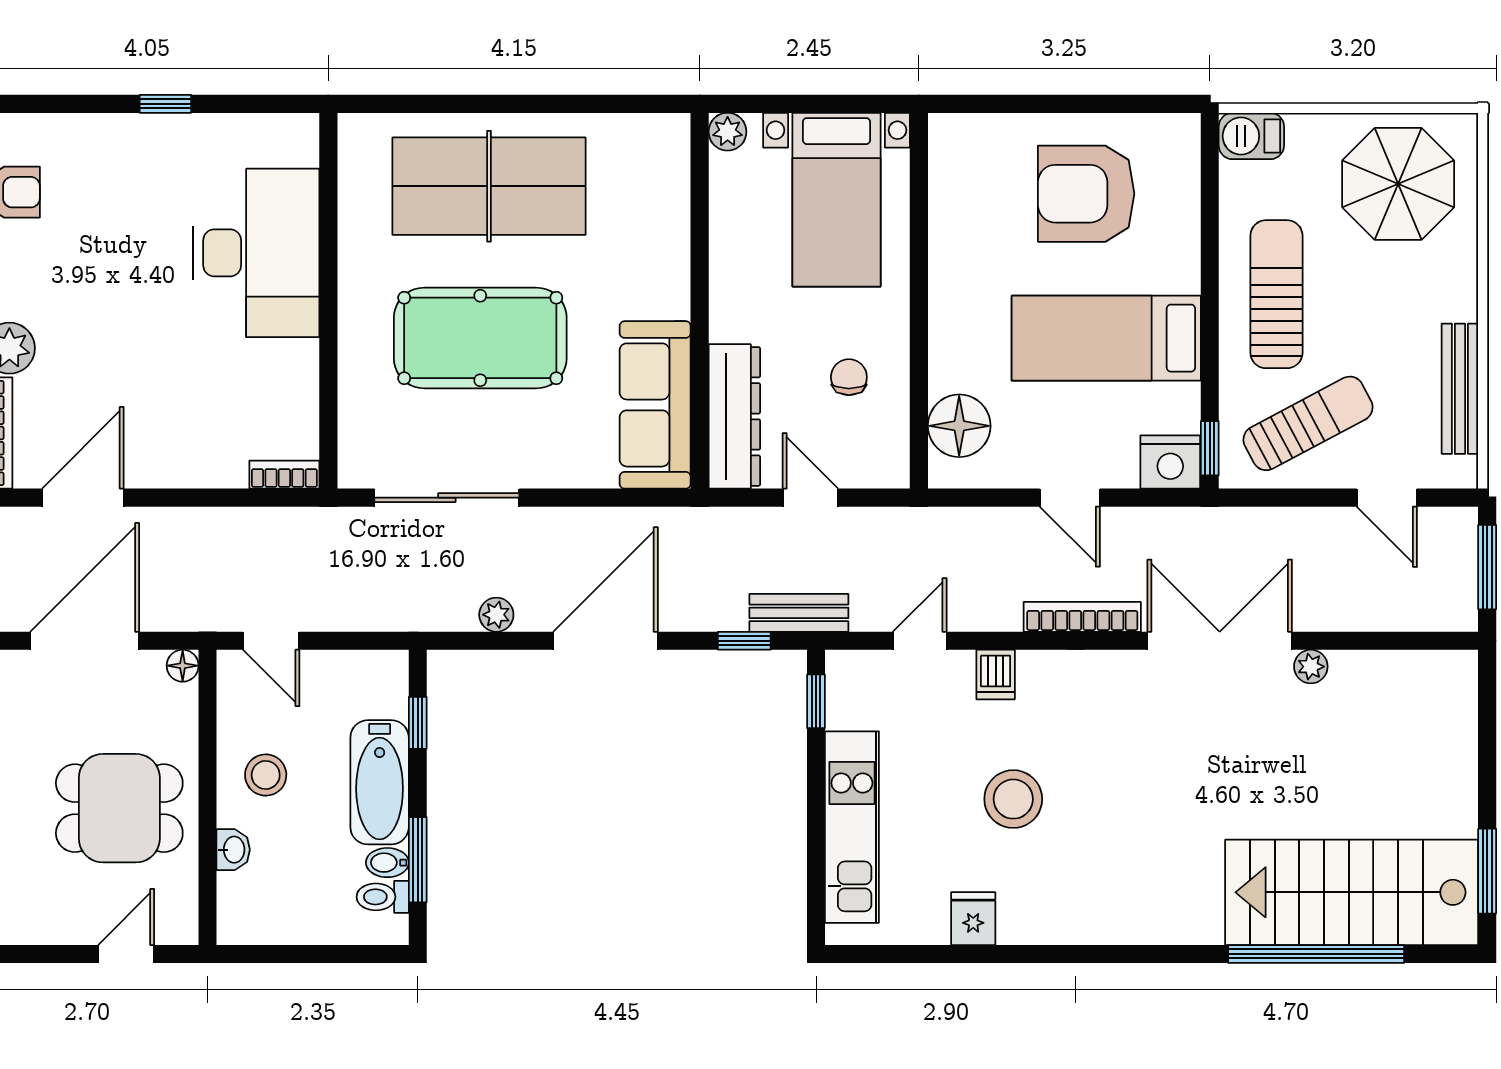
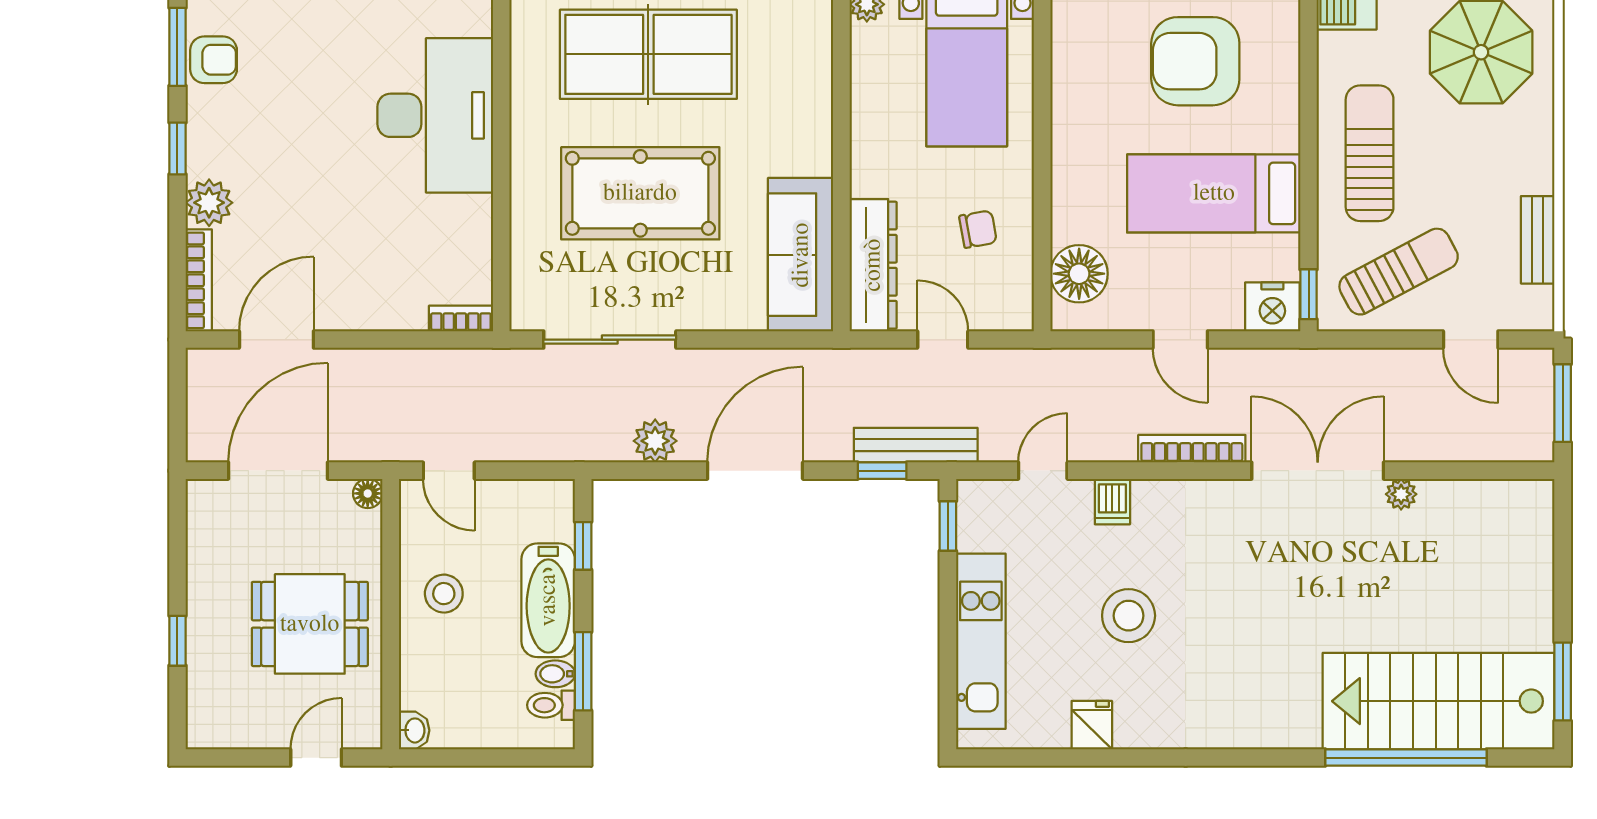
chair: (849, 377) -> (978, 229), turned 80
bench: (1460, 389) -> (1538, 240), width x0.73
bench: (799, 613) -> (916, 445), width x1.36
plant: (496, 615) -> (655, 441), width x1.38, depth x1.38
washbasin: (233, 850) -> (414, 730), moved

